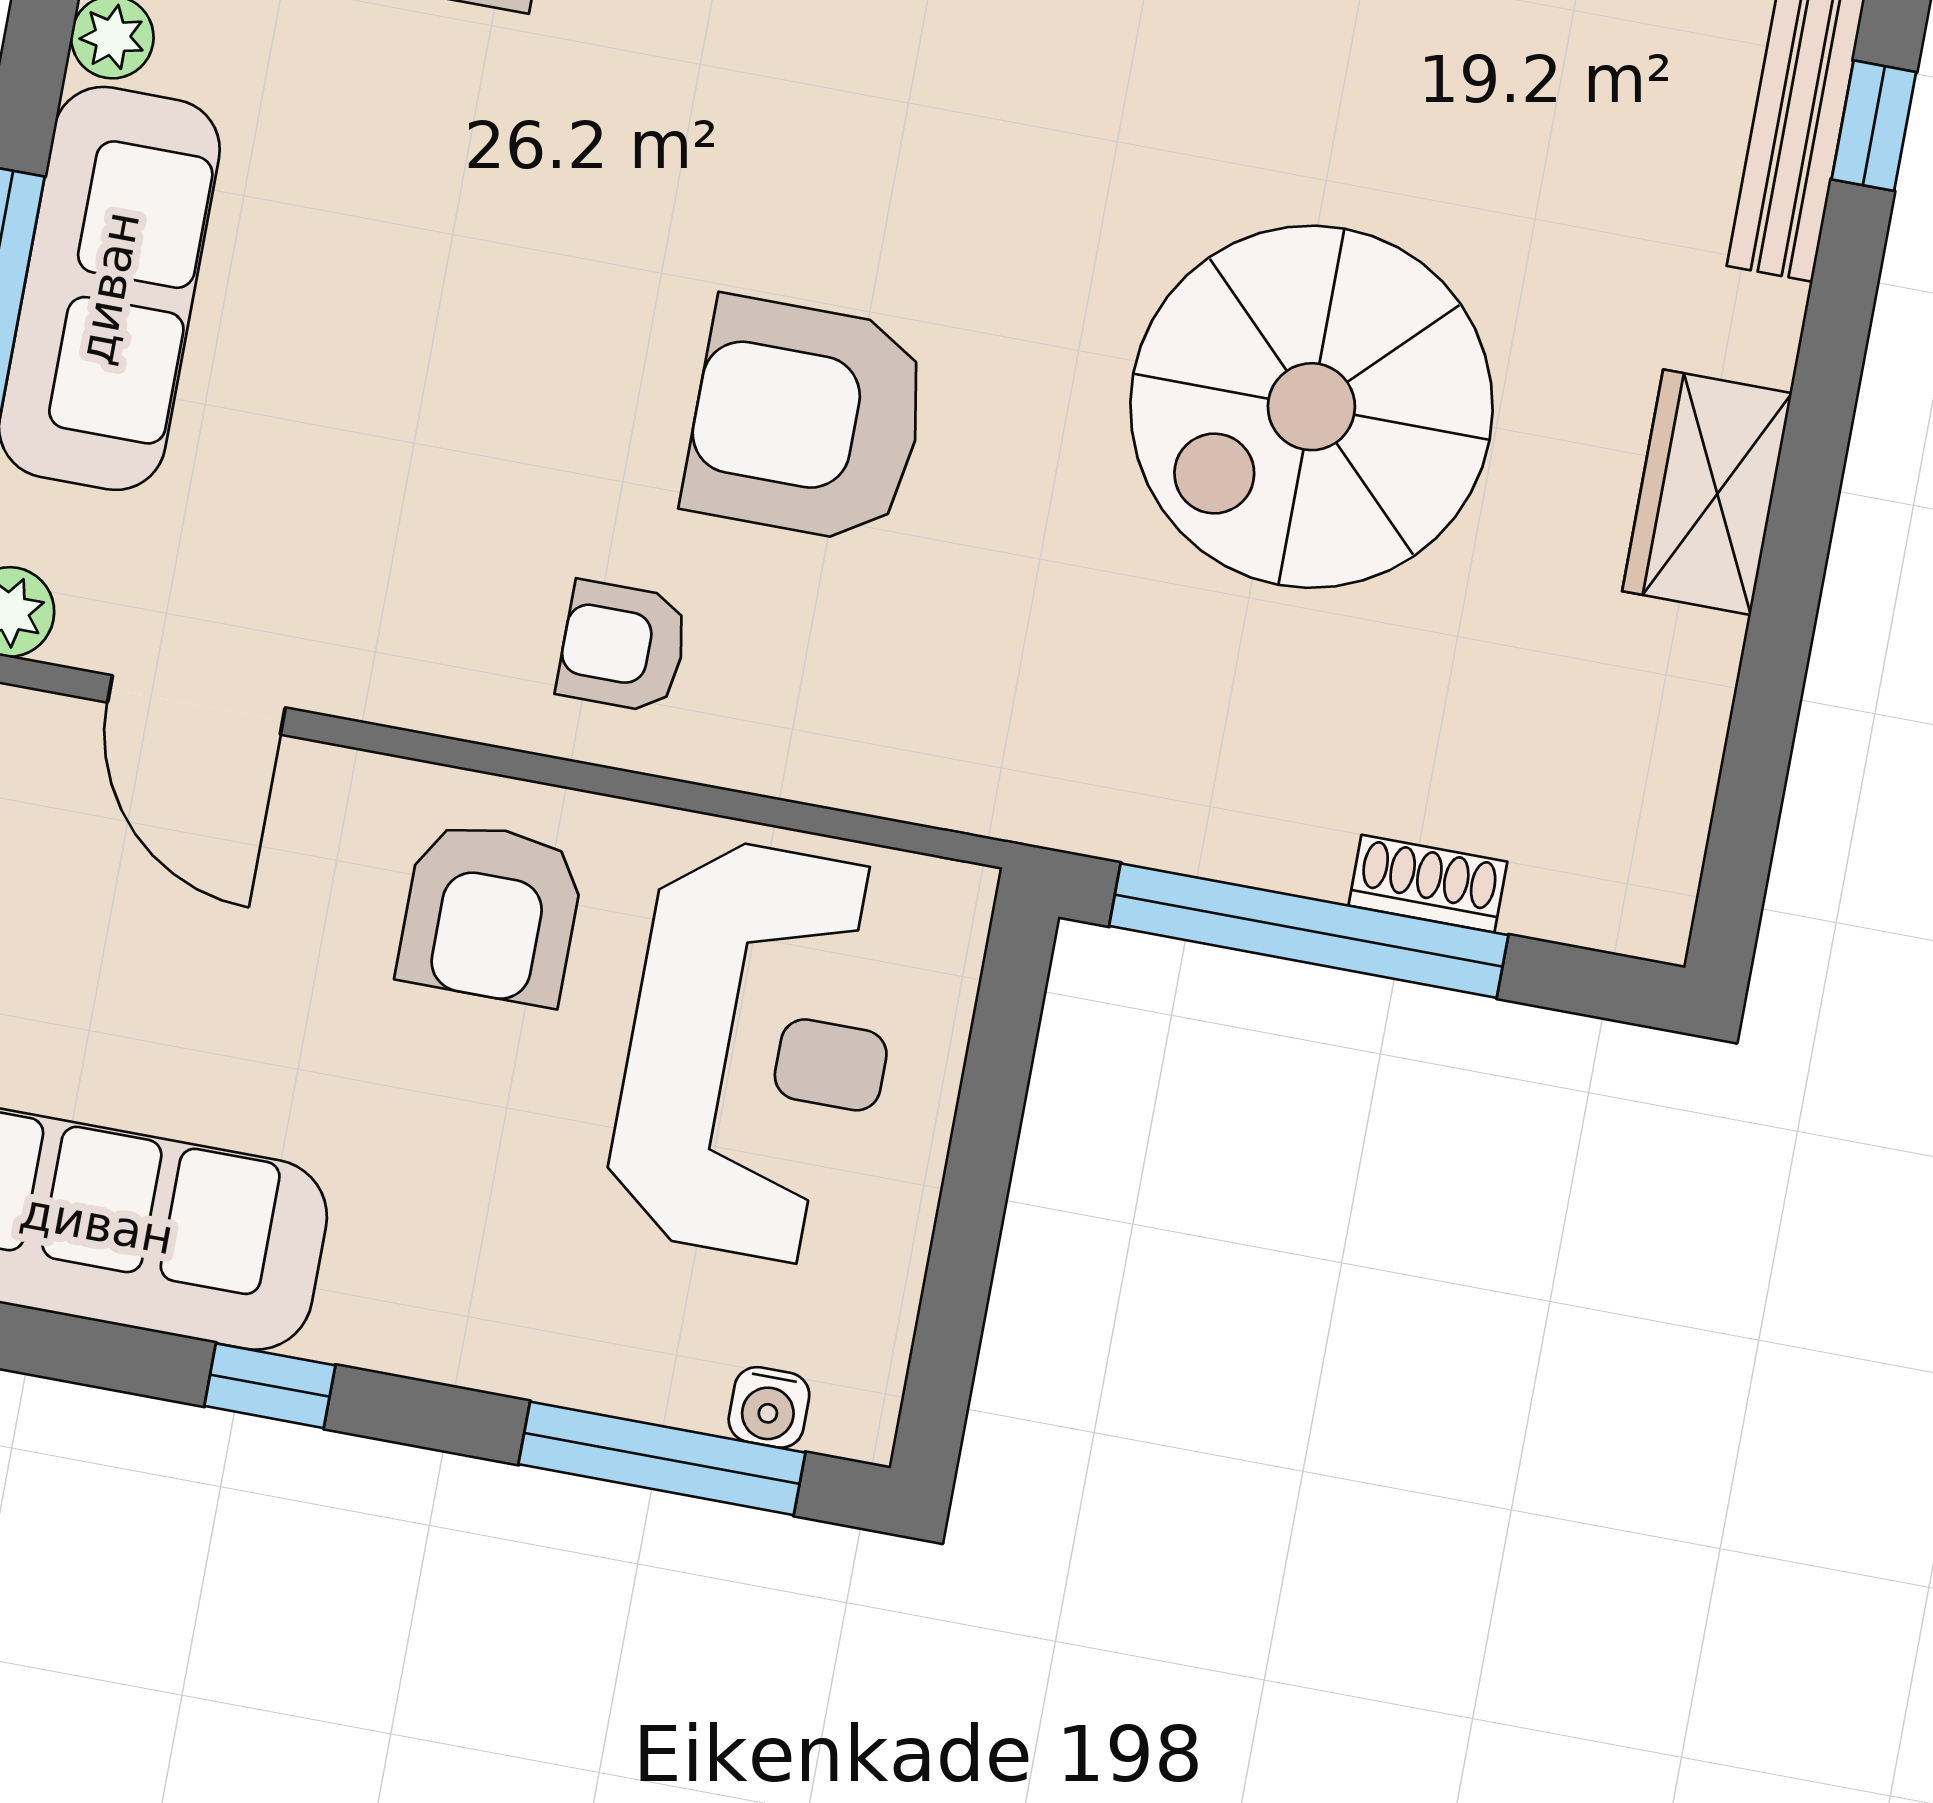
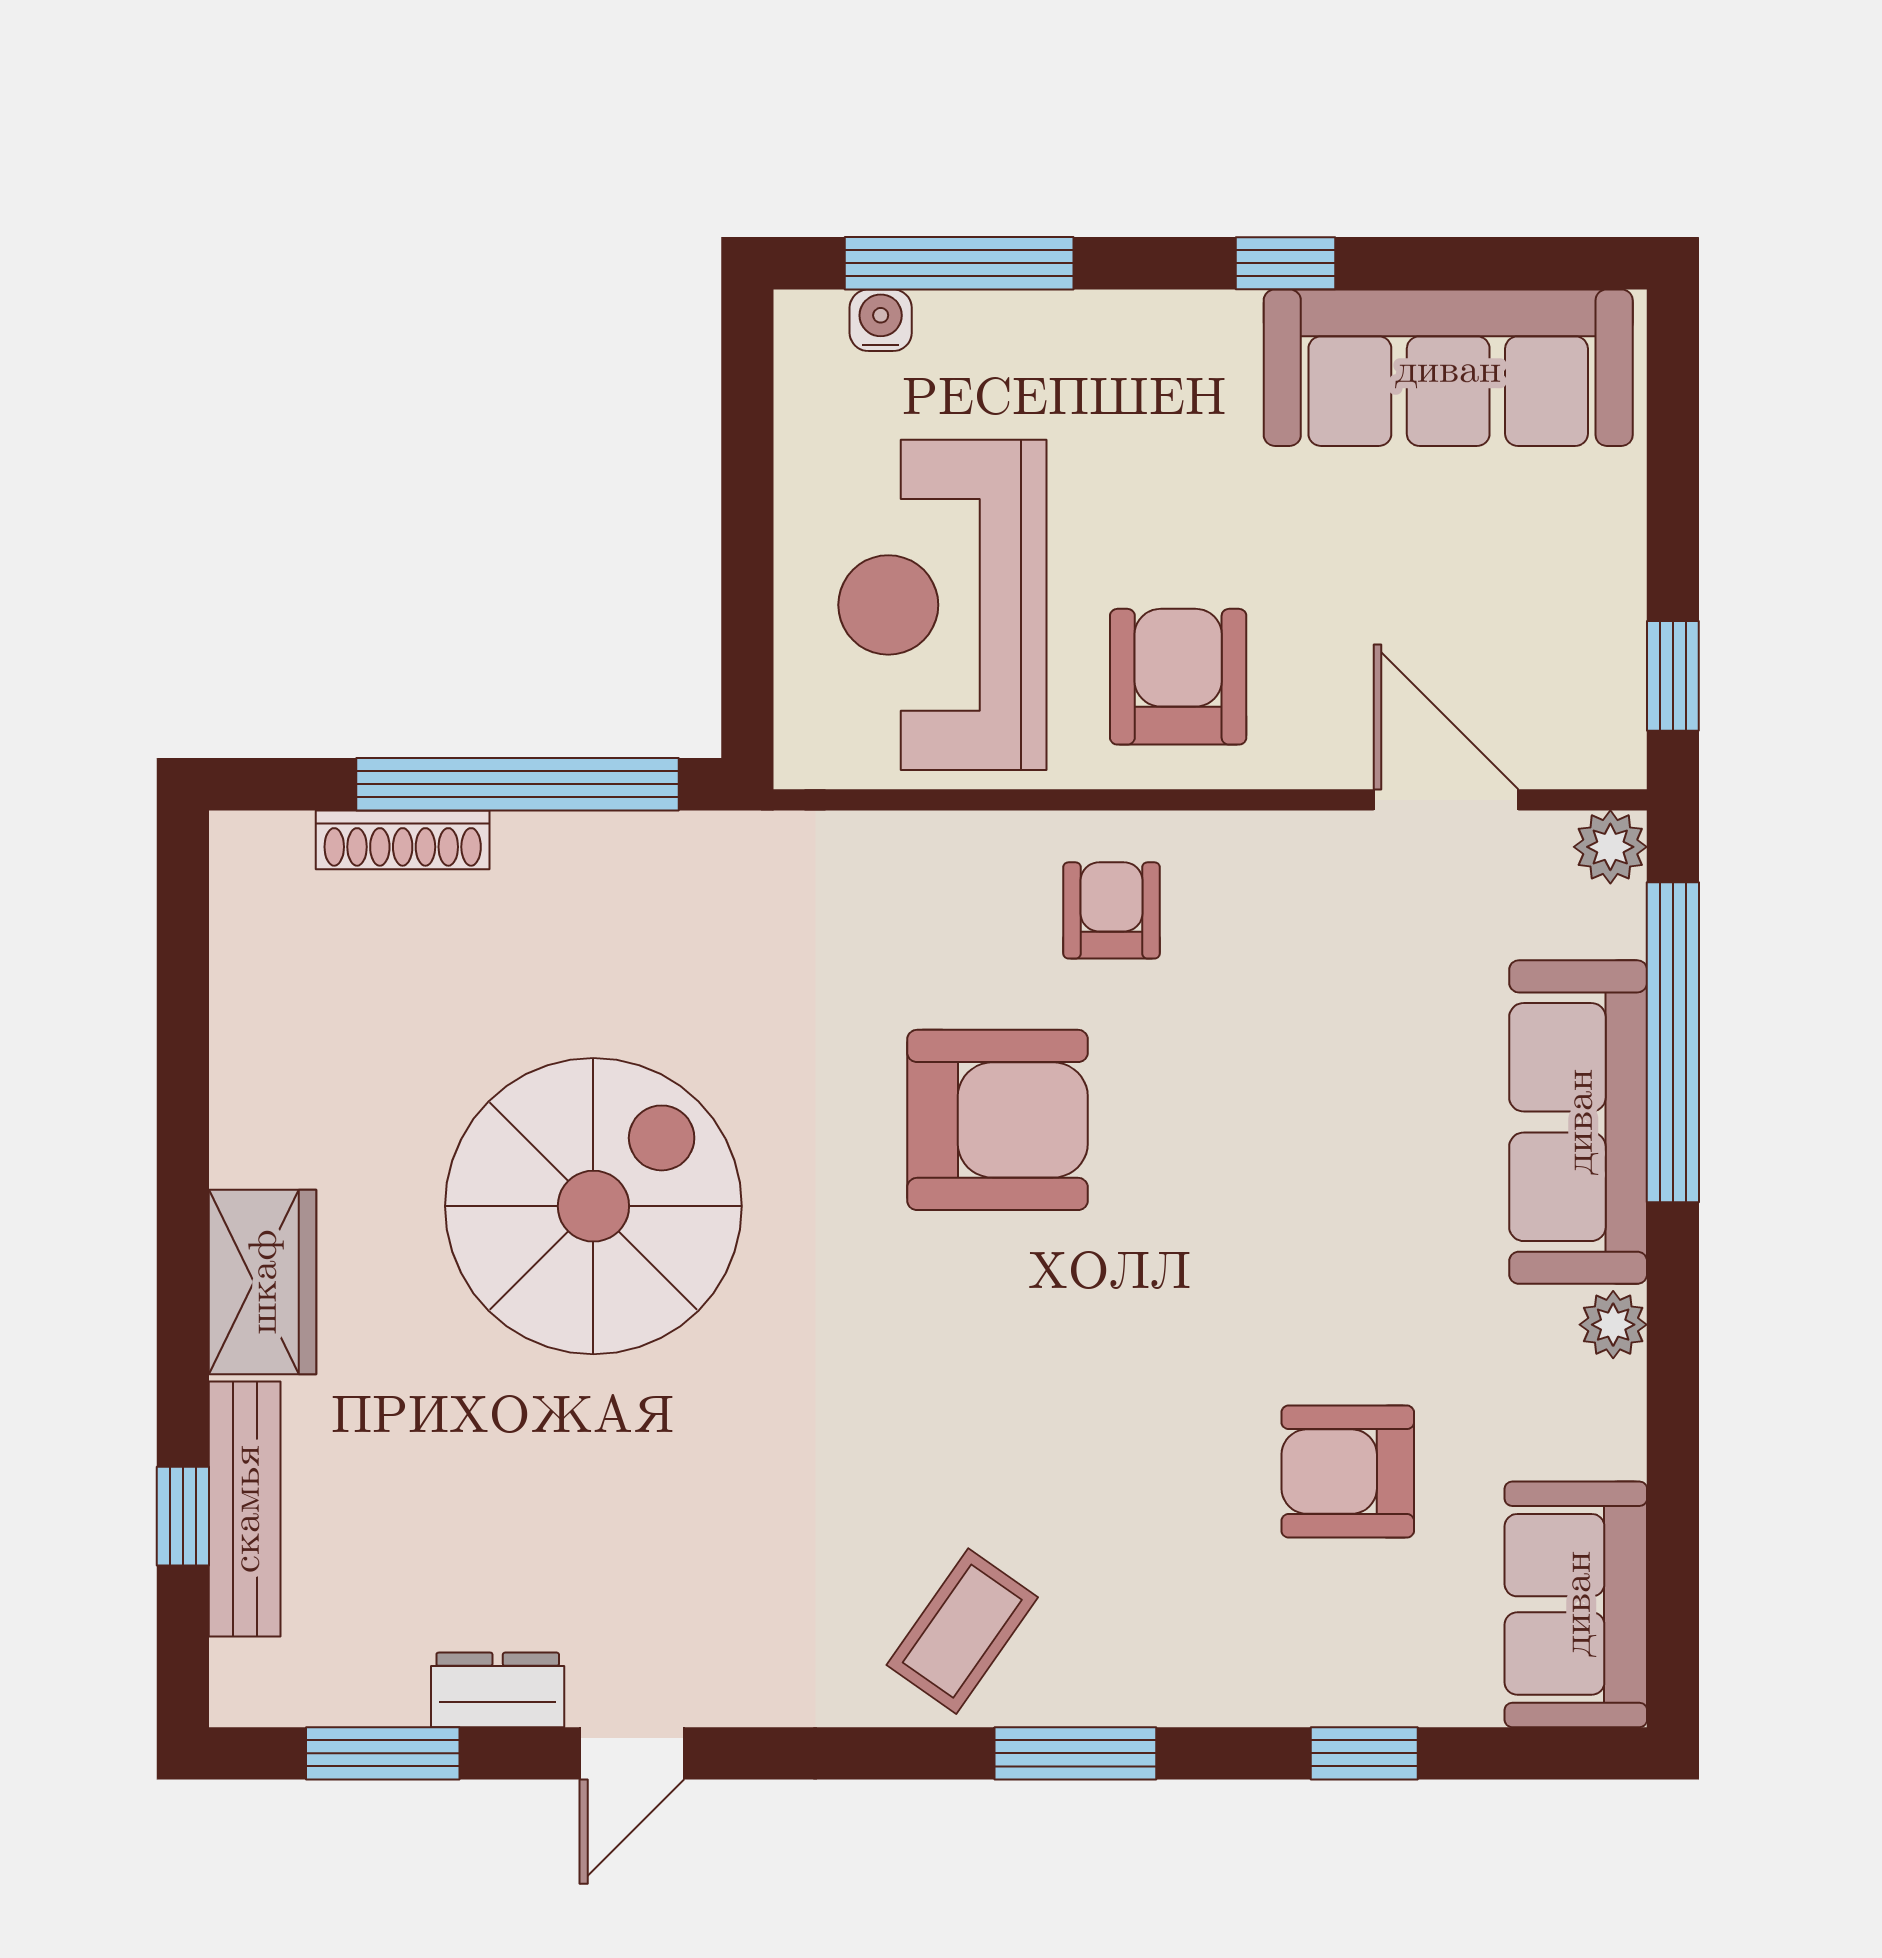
wardrobe: (1707, 492) -> (262, 1282), moved
armchair: (623, 647) -> (1112, 910), turned -90
shoe rack: (1428, 884) -> (403, 840), width x1.43

